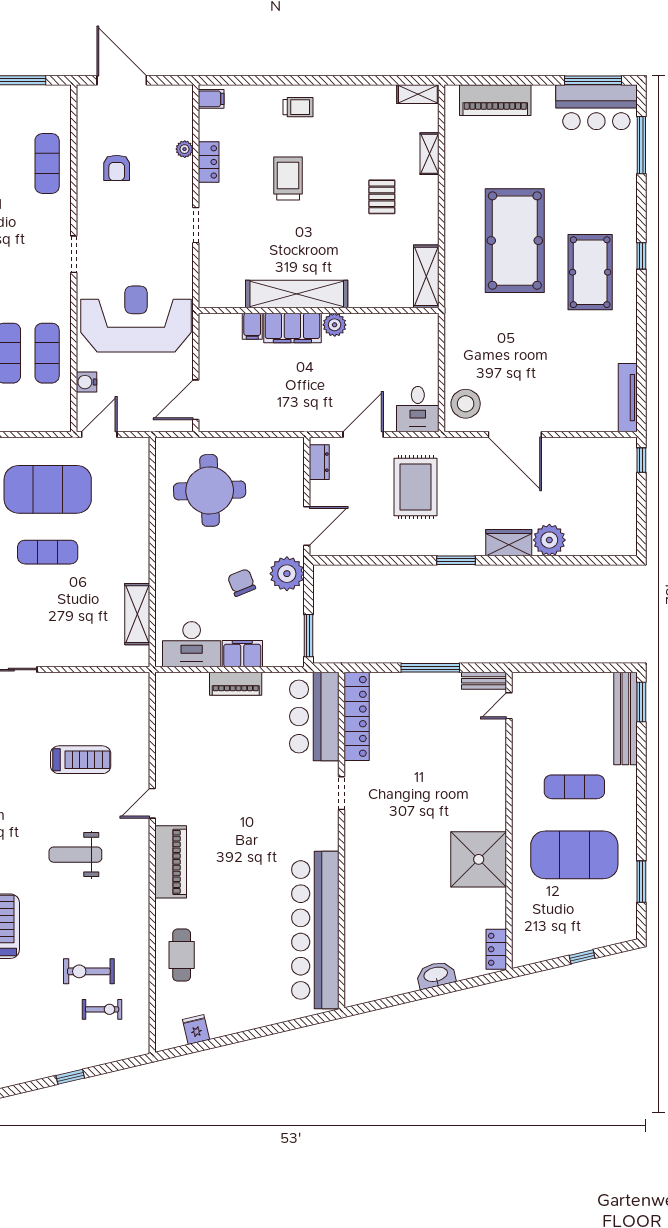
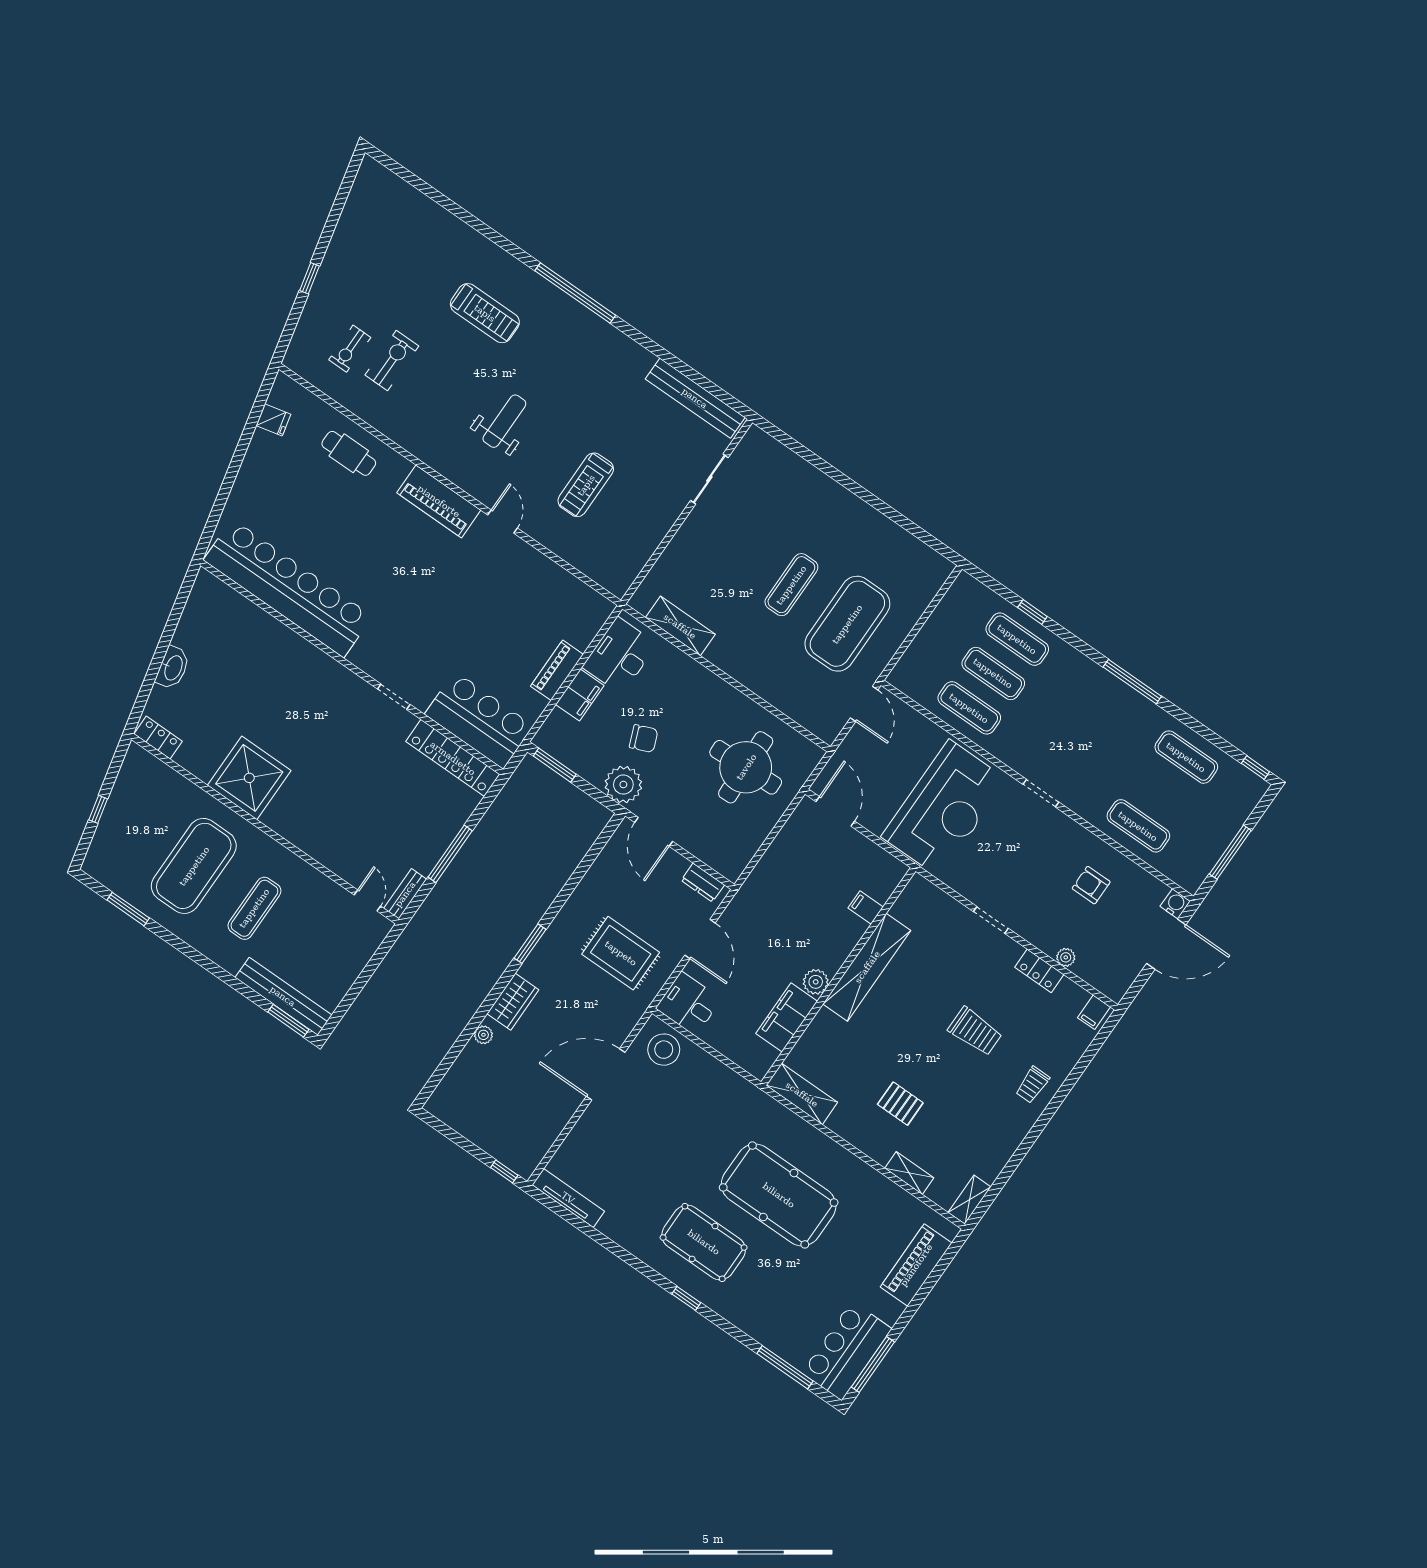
filing cabinet: (292, 328) -> (787, 1017), moved
water cooler: (86, 382) -> (1175, 904), moved
plant: (549, 540) -> (483, 1035), width x0.53, depth x0.53

